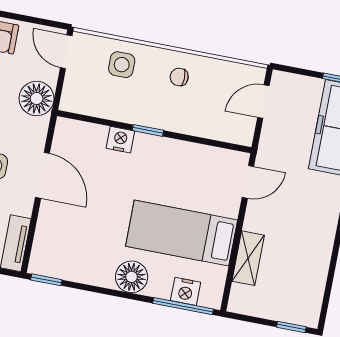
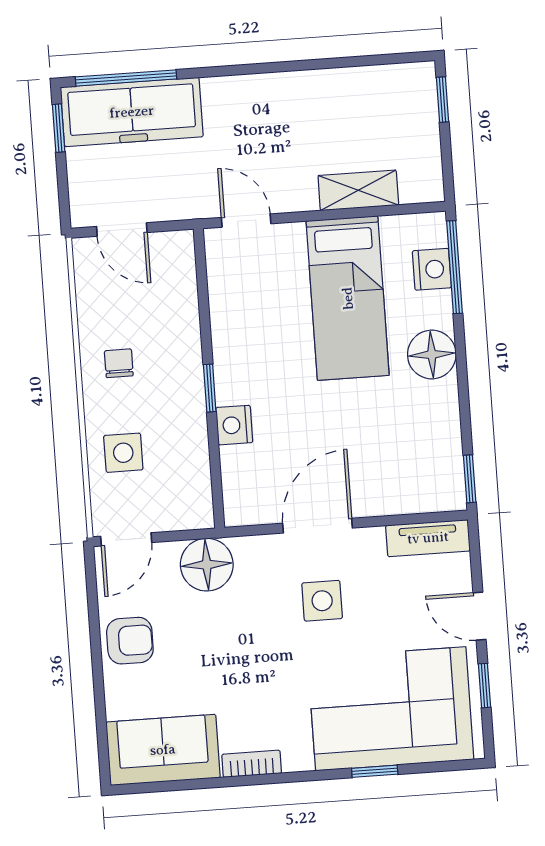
chair: (179, 77) -> (119, 363), turned 180

